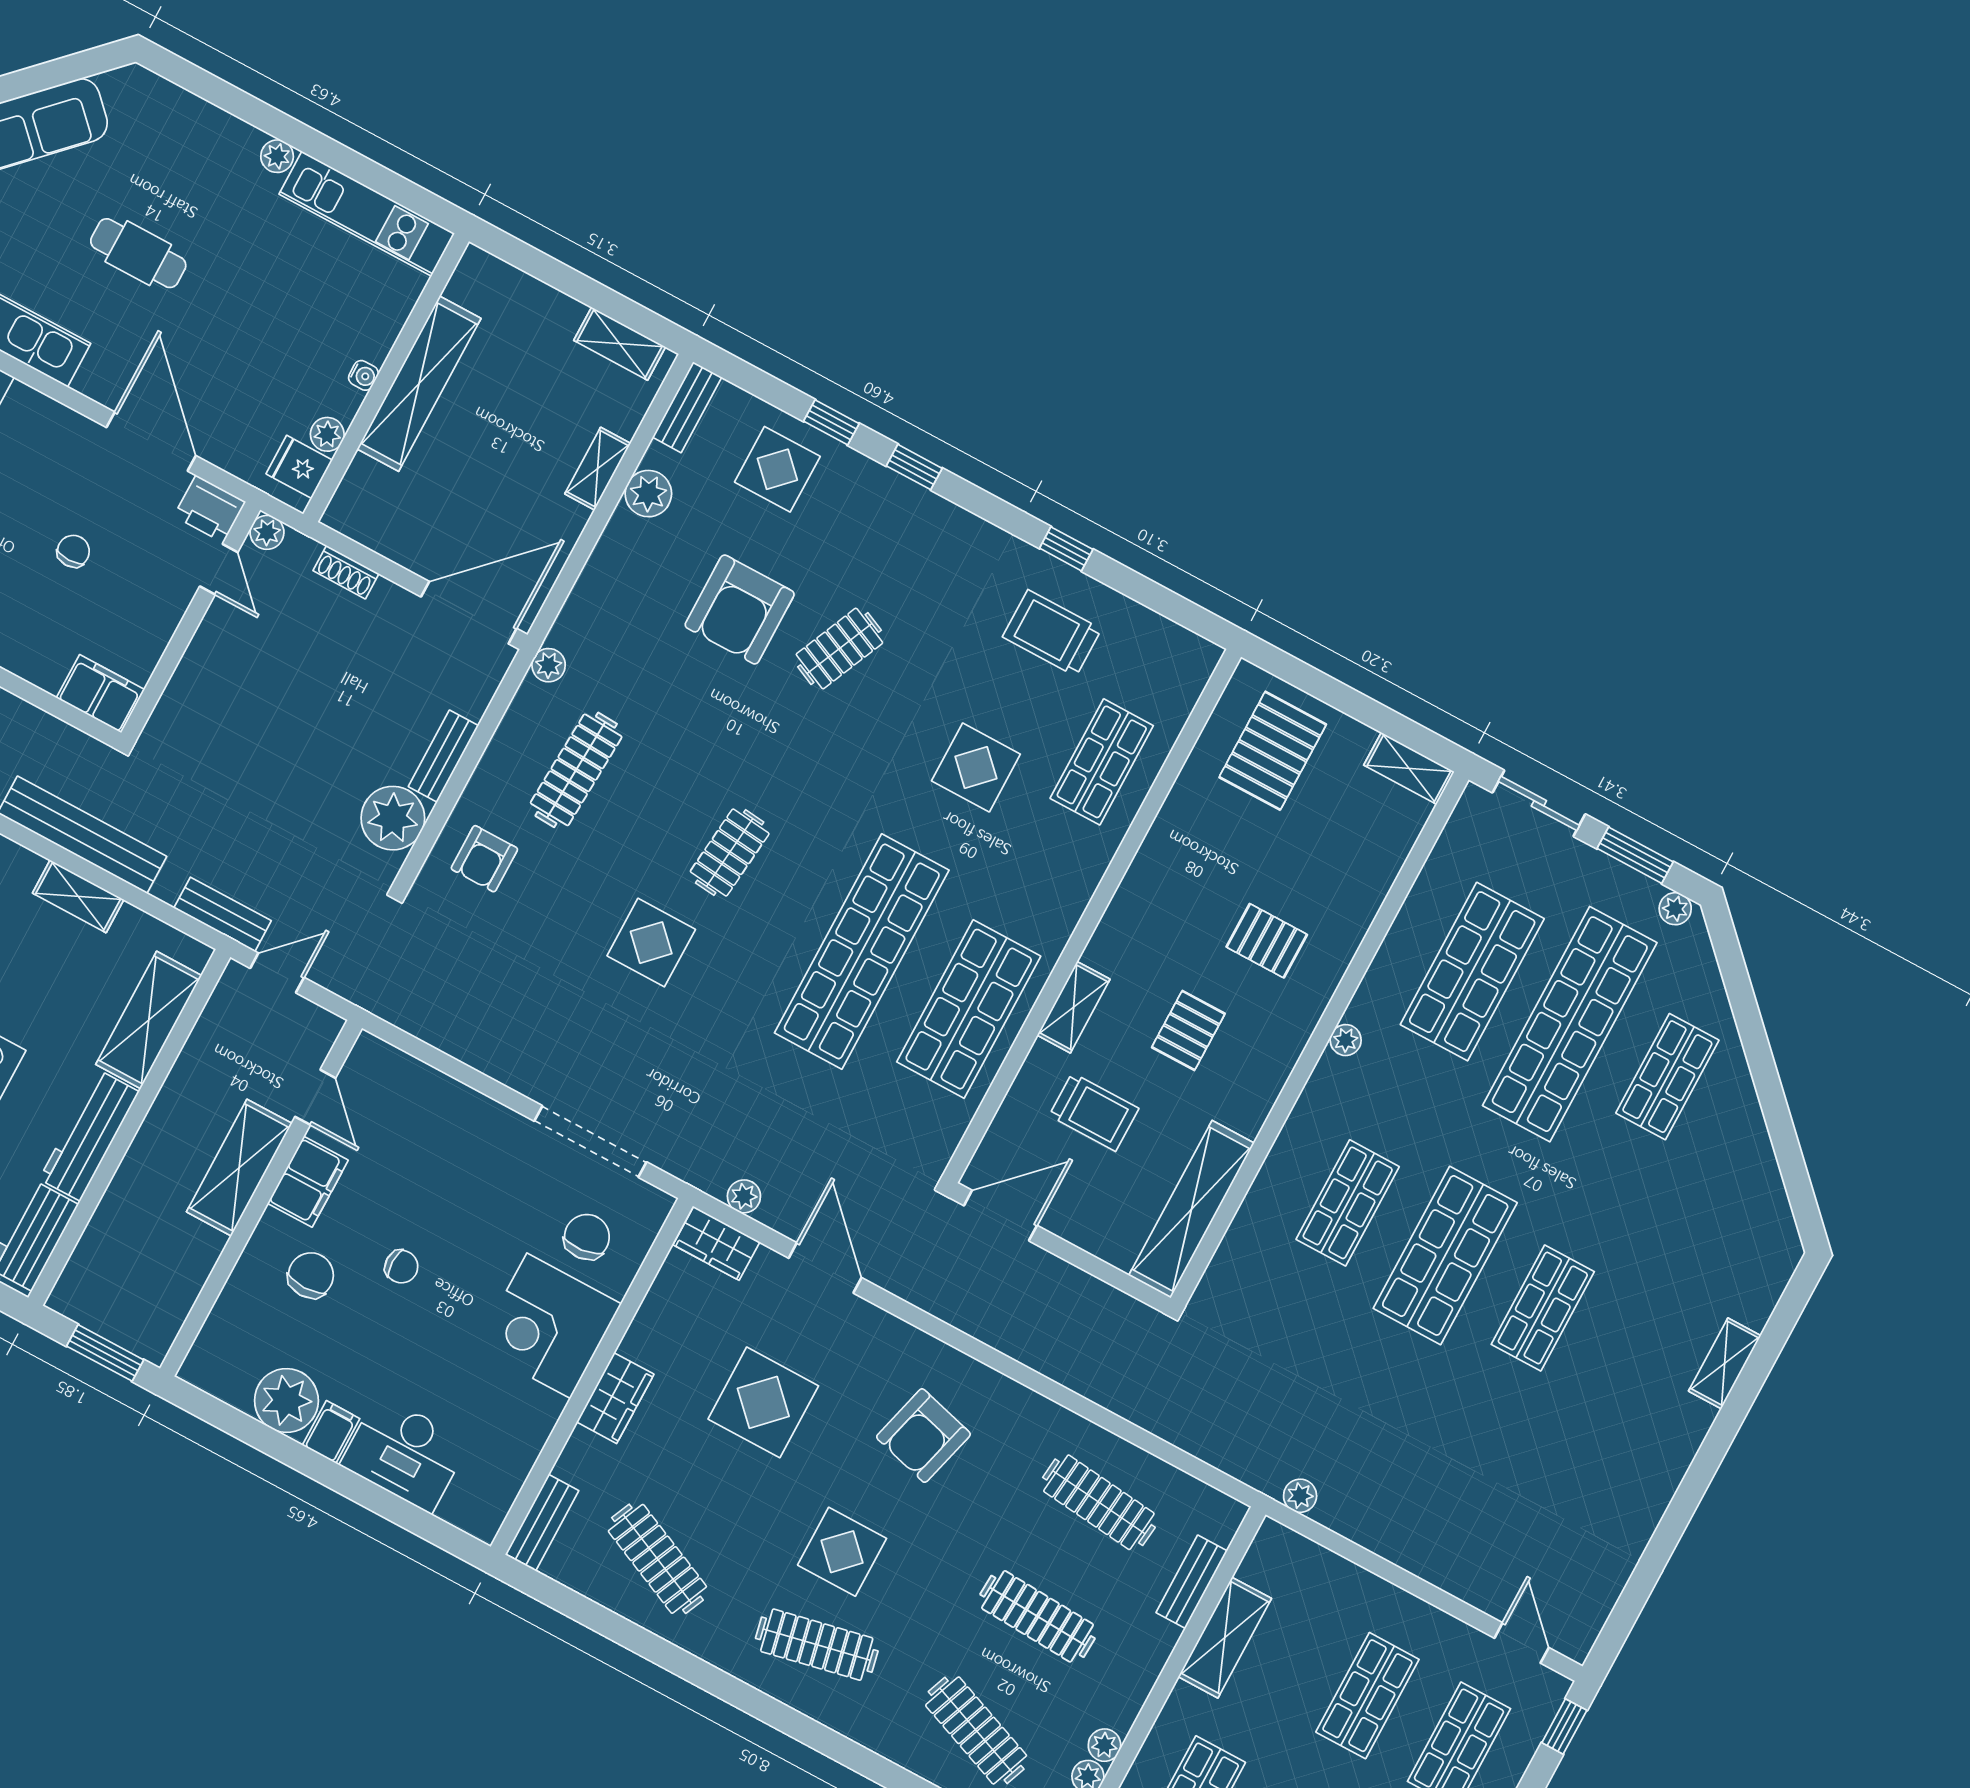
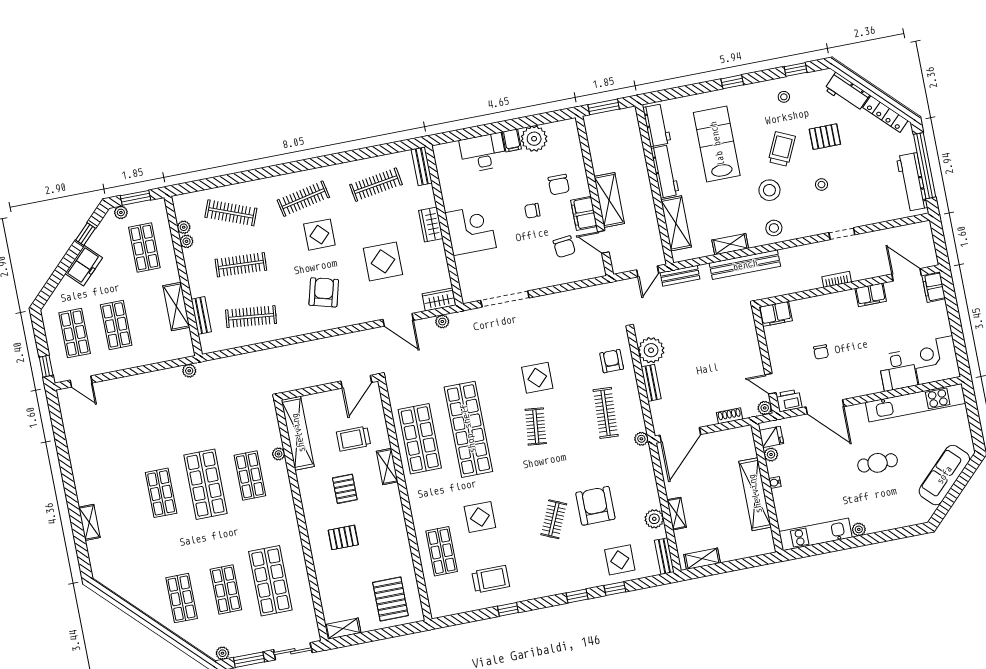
shop shelf: (1570, 1024) -> (226, 589), width x0.50, depth x0.74
plant: (1346, 1040) -> (279, 454), moved
chair: (587, 1237) -> (564, 247), moved
clothes rail: (657, 1559) -> (376, 185), turned -33

